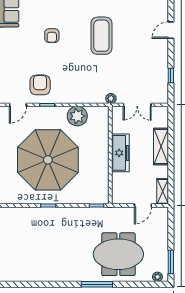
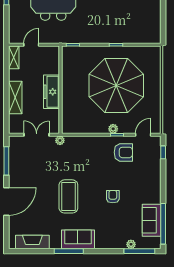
door: (171, 30) -> (6, 201), width x1.88
window: (171, 75) -> (6, 161), width x2.17
armchair: (40, 85) -> (123, 152), turned -90
plant: (77, 116) -> (113, 129), moved, width x0.53, depth x0.53

